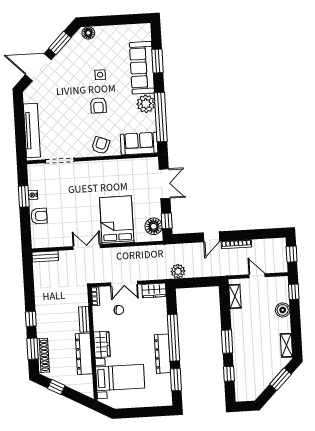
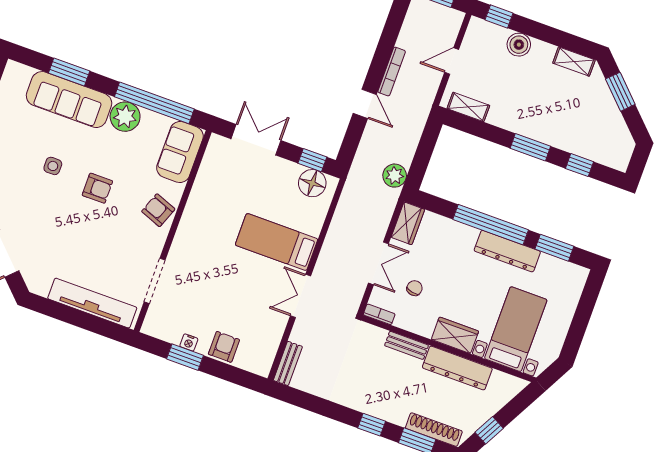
bed: (117, 220) -> (277, 242), width x0.67

